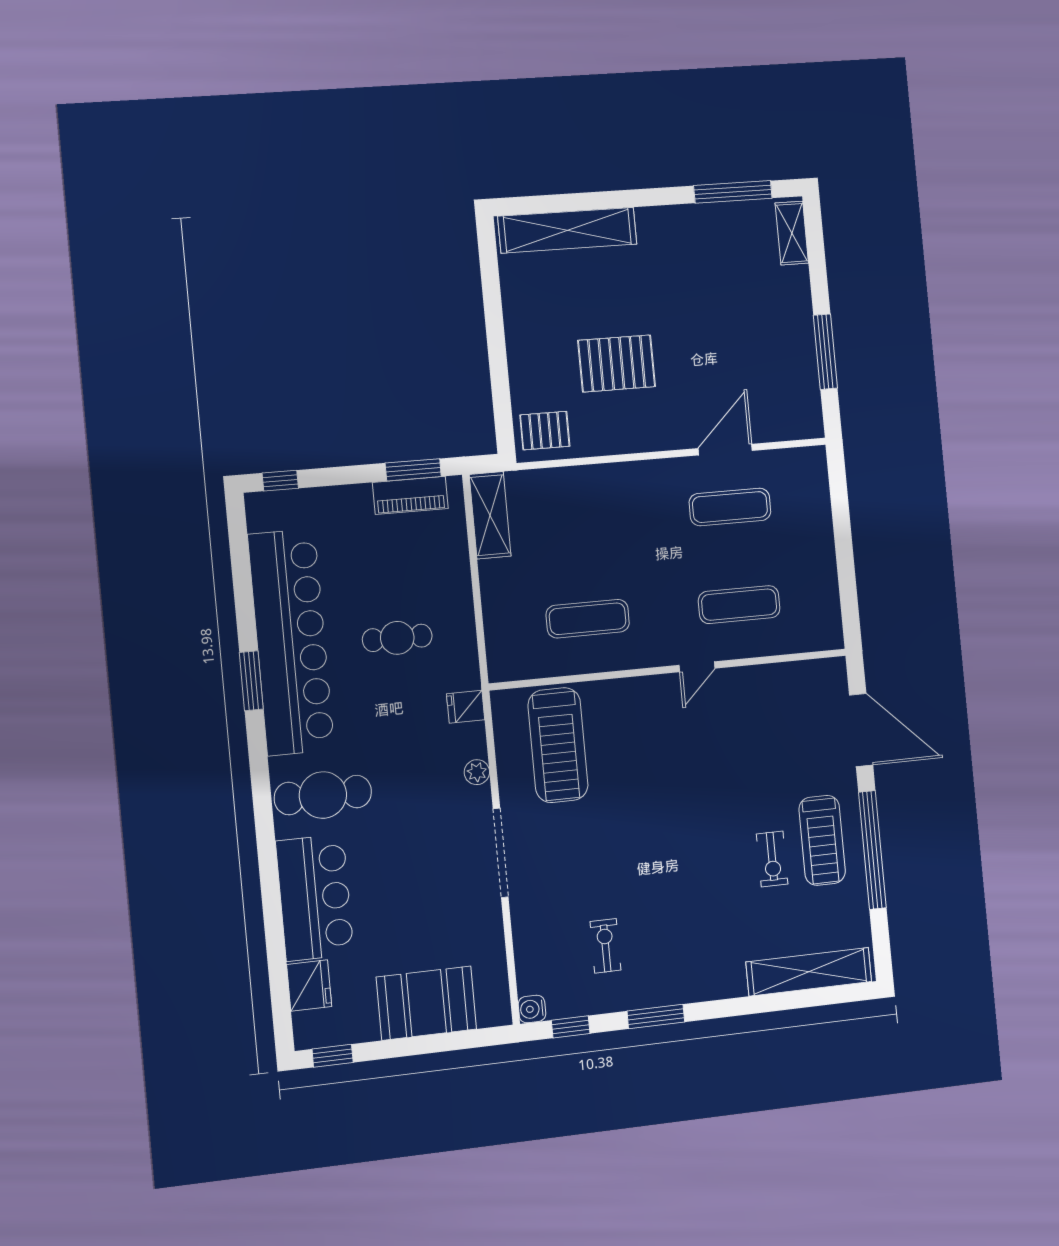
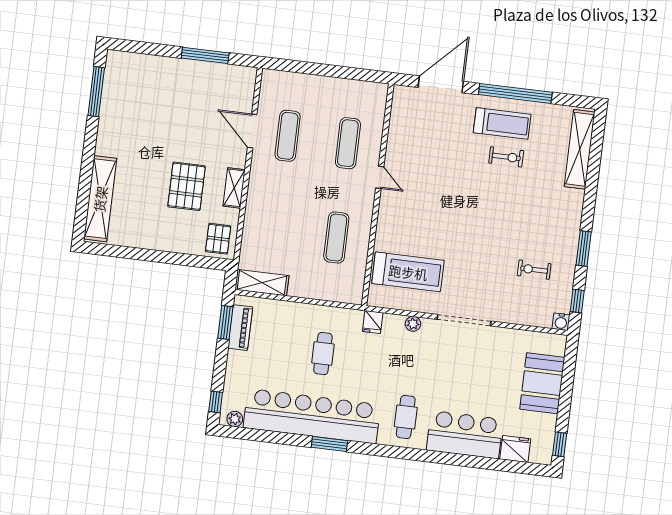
shelving: (792, 233) -> (234, 188), moved, turned 90
plant: (259, 518) -> (235, 419), added
cafe table: (323, 795) -> (406, 417), width x0.73, depth x0.74

